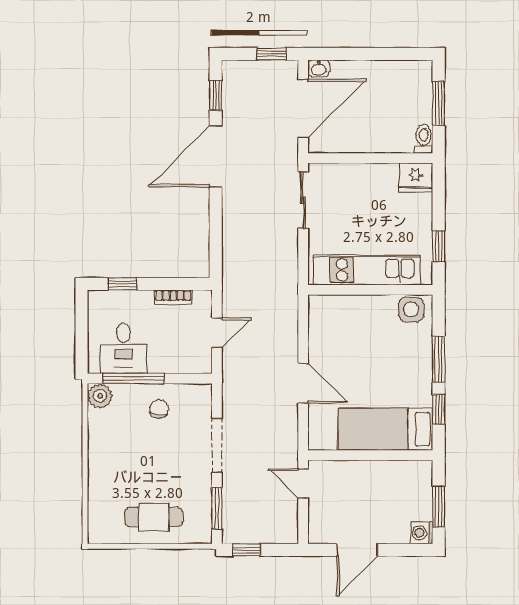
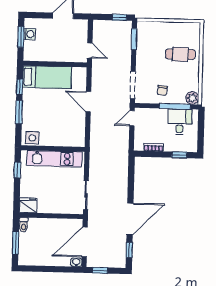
door: (217, 333) -> (132, 118), moved
doorway: (217, 445) -> (133, 85), moved
cafe table: (154, 517) -> (180, 54), moved
washing machine: (422, 533) -> (30, 34), moved

